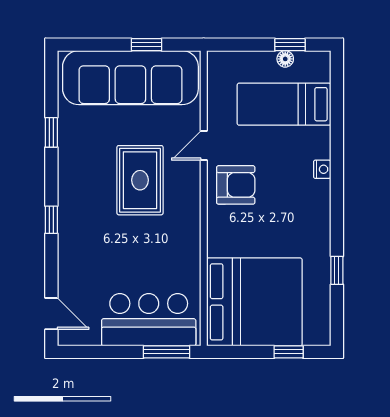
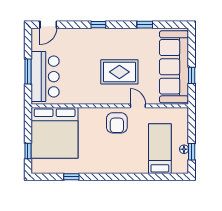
nightstand: (322, 169) -> (125, 169), removed
window: (167, 352) -> (28, 71), moved

